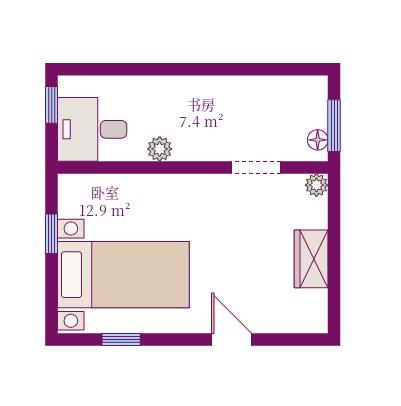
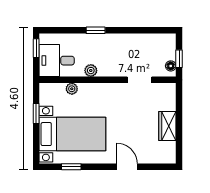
window: (169, 69) -> (96, 30), added
window: (334, 126) -> (179, 59), width x0.67
plant: (316, 185) -> (72, 89), moved

